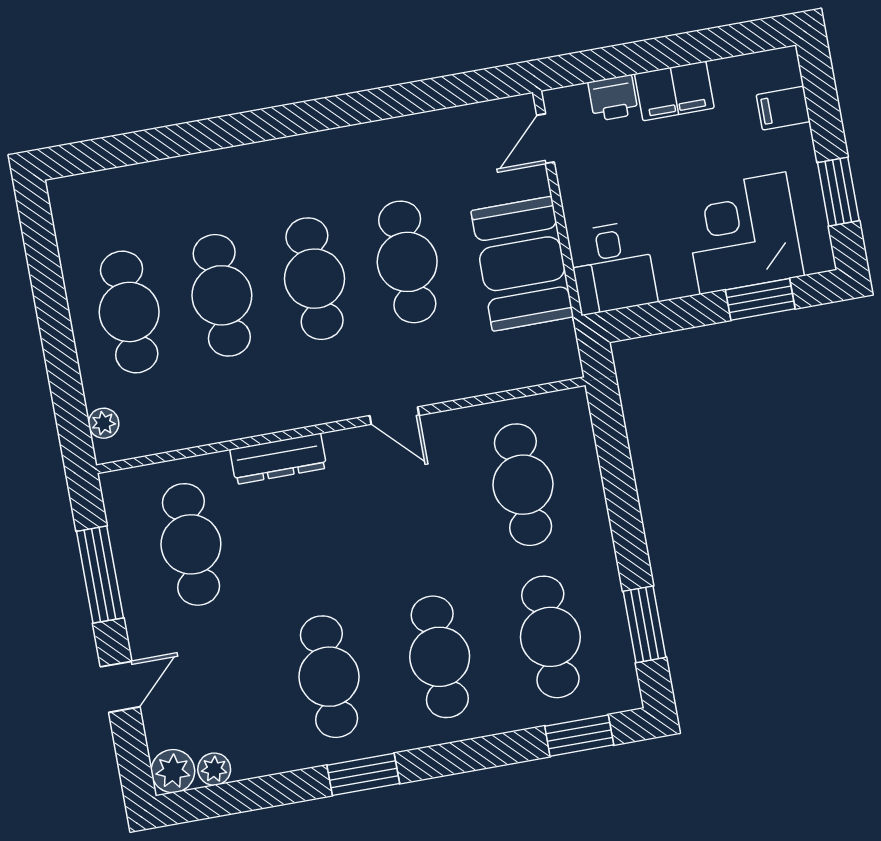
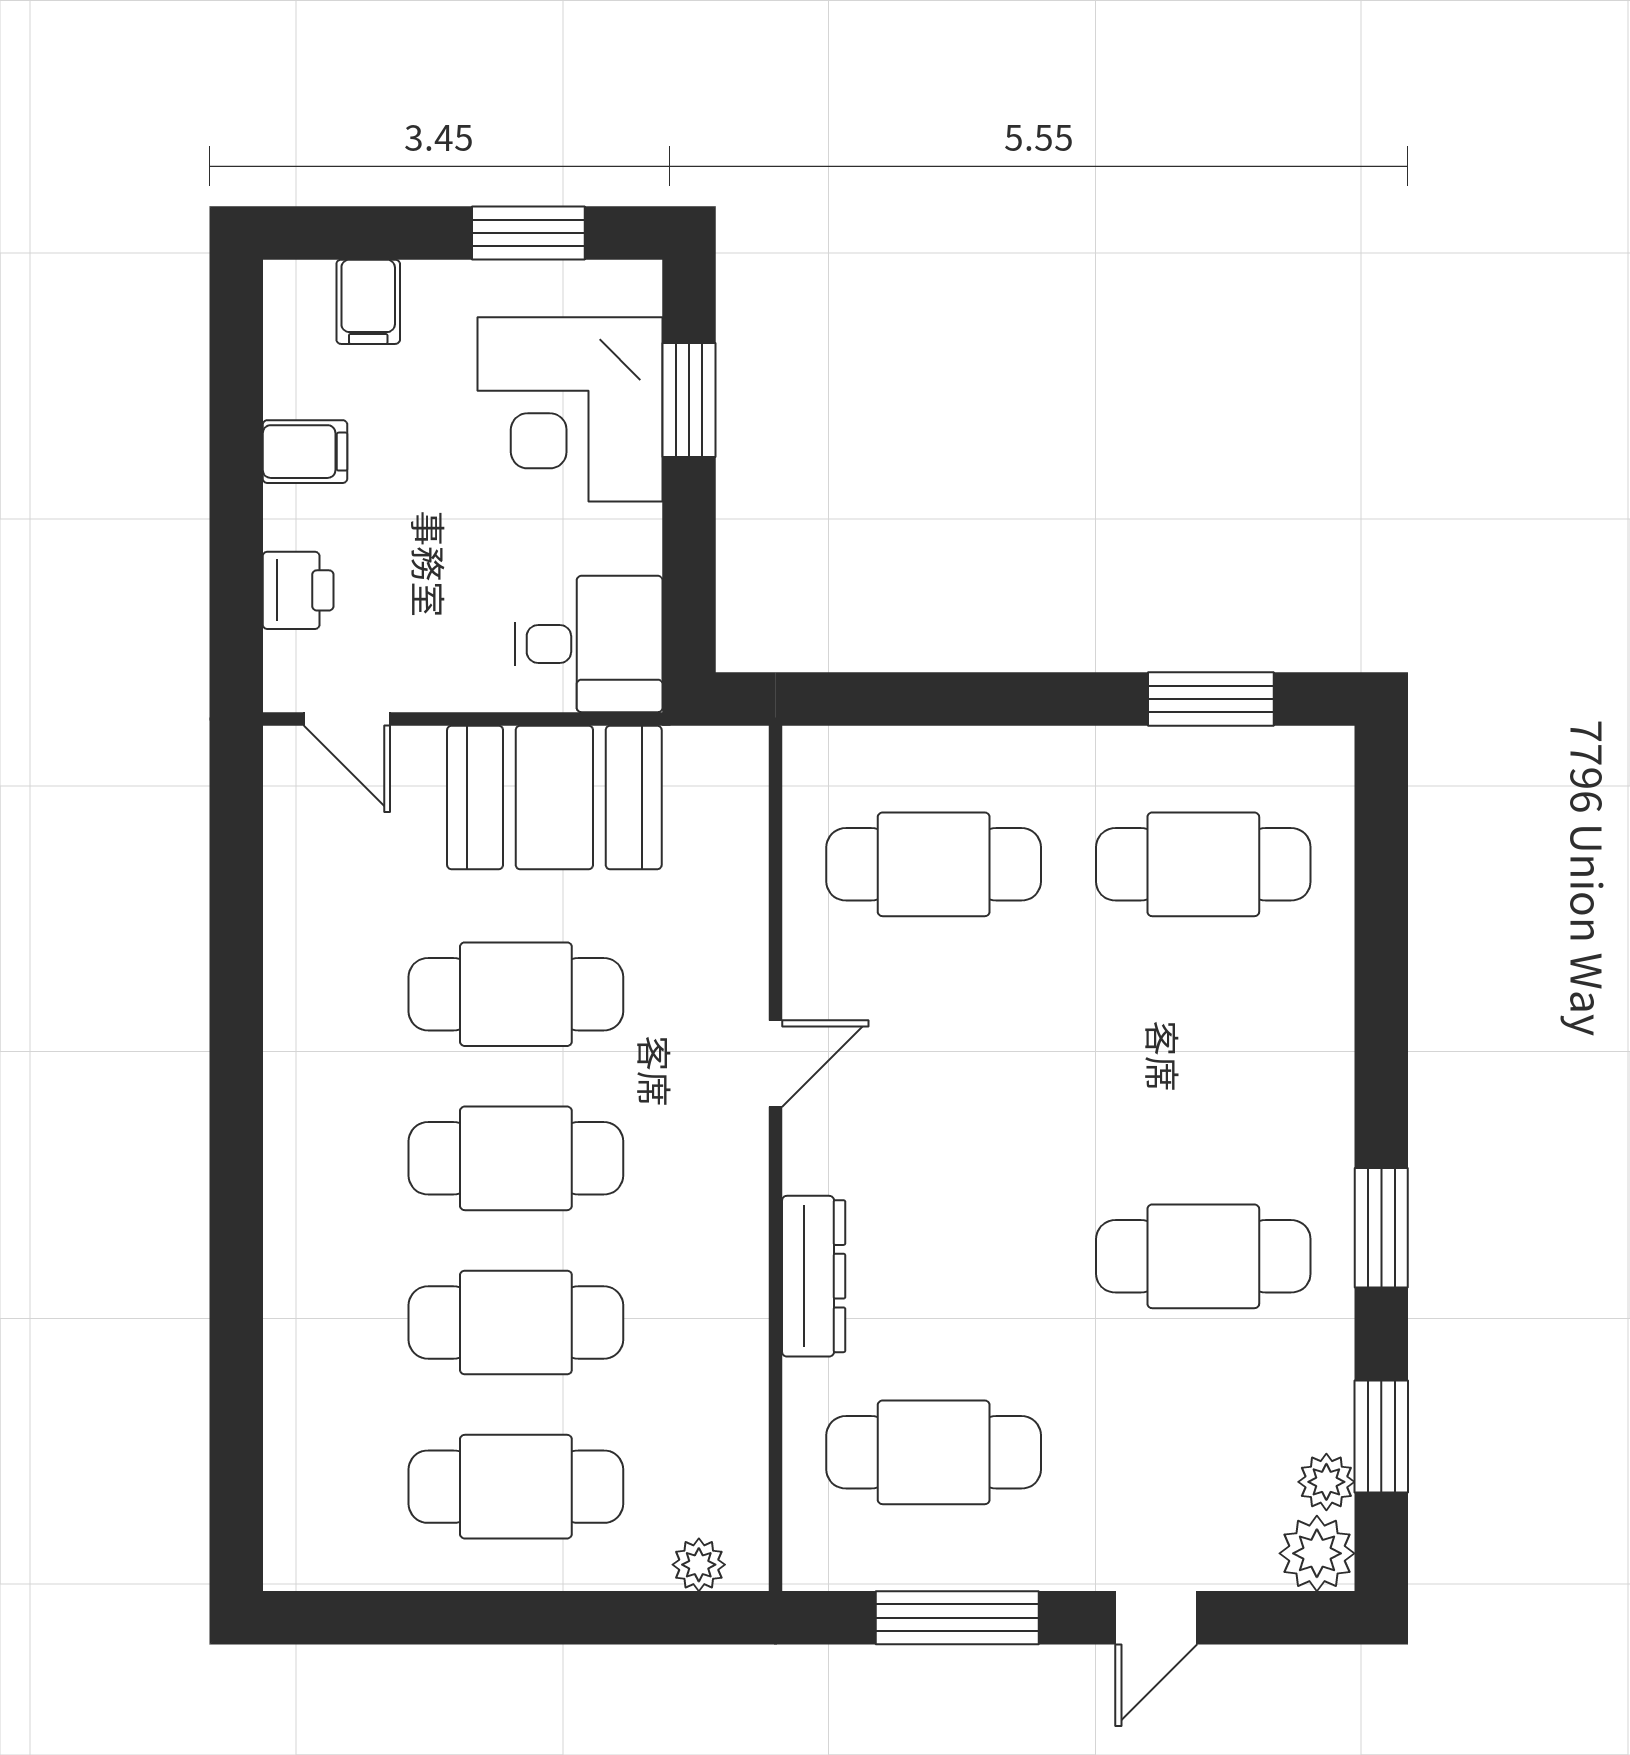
filing cabinet: (674, 91) -> (305, 452), width x0.50
cafe table: (440, 657) -> (1203, 1060), removed
door: (120, 687) -> (1156, 1618), swing flipped
window: (579, 736) -> (1381, 1436), moved

